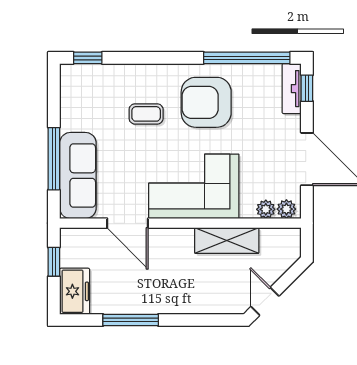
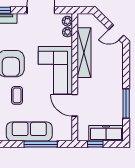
sofa: (78, 176) -> (29, 131), moved
door: (128, 223) -> (75, 105), swing flipped
shelving: (227, 241) -> (84, 53), width x1.47
freezer: (75, 291) -> (106, 133), width x1.40

